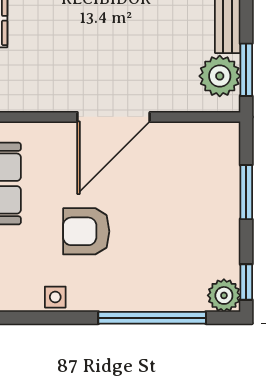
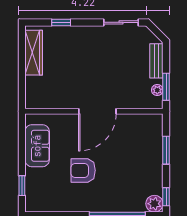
plant: (220, 76) -> (157, 90), width x0.53, depth x0.53
side table: (55, 297) -> (67, 205), removed

